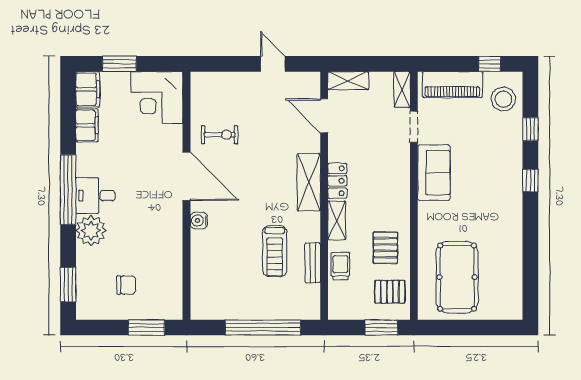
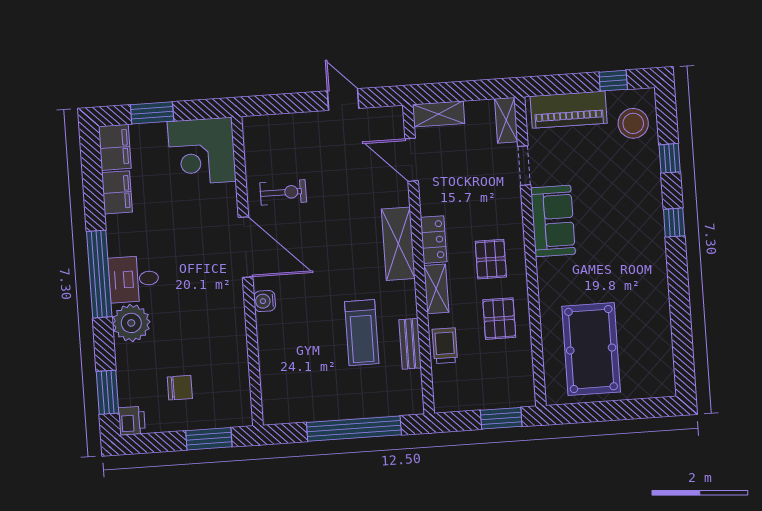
pallet: (390, 292) -> (491, 259), moved, turned 90
printer: (86, 309) -> (132, 421), added

